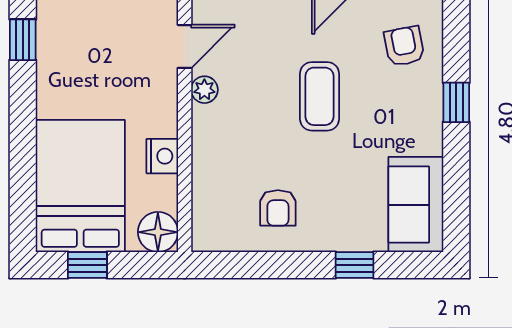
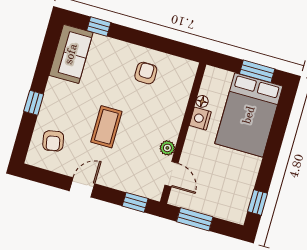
door: (185, 46) -> (171, 174), swing flipped
floor lamp: (158, 232) -> (202, 101), moved, width x0.53, depth x0.53
window: (87, 265) -> (257, 71), width x1.50
window: (355, 265) -> (99, 27), moved

